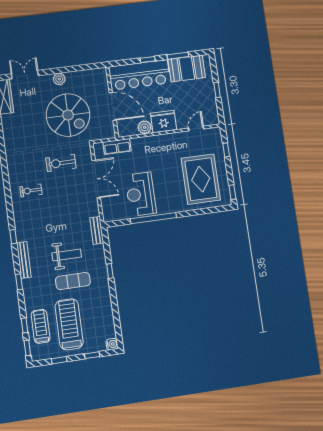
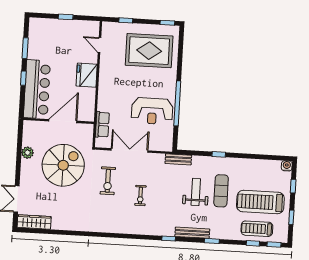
booth: (187, 68) -> (39, 42), removed
plant: (59, 79) -> (27, 153), moved
plant: (145, 127) -> (89, 94), removed
exercise bike: (31, 190) -> (140, 196), moved

